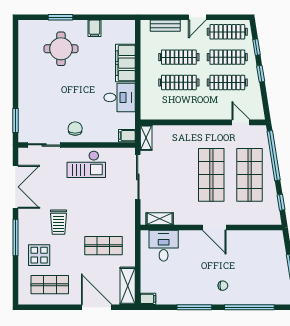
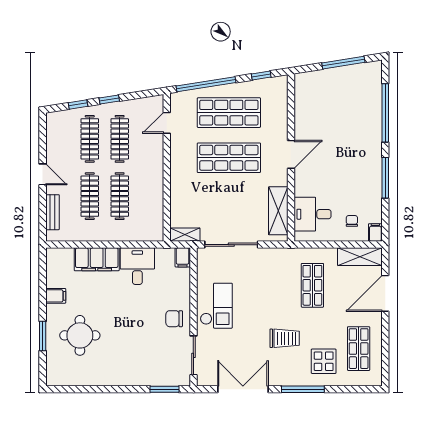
clothes rail: (227, 32) -> (60, 139), removed
shelving: (160, 219) -> (278, 211), width x1.50, depth x1.33
chair: (223, 286) -> (352, 221), moved

